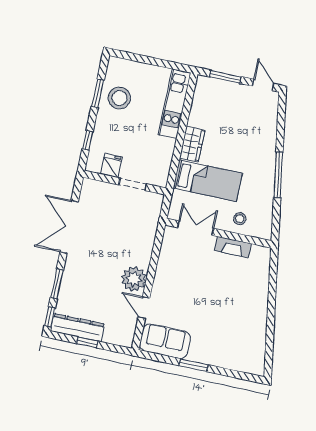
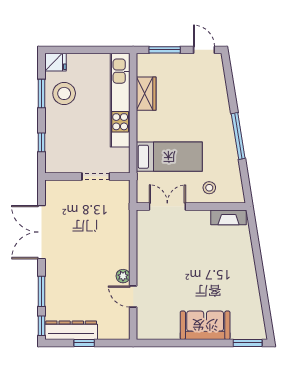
kitchen unit: (175, 104) -> (120, 100), width x1.36
wardrobe: (192, 144) -> (146, 94), moved
fridge: (111, 166) -> (56, 62), moved, turned 90
fireplace: (233, 247) -> (229, 217), moved
plant: (134, 279) -> (123, 276), width x0.53, depth x0.53
sofa: (165, 341) -> (205, 325), moved
window: (193, 365) -> (248, 343), moved

